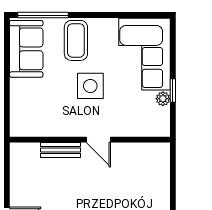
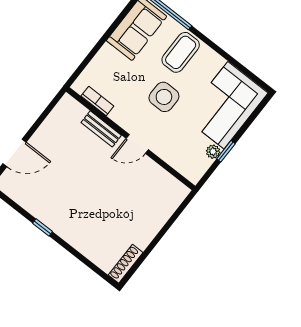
bookcase: (40, 130) -> (97, 101), added
door: (98, 140) -> (137, 144), hinge flipped

